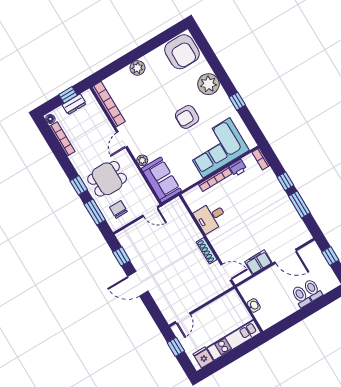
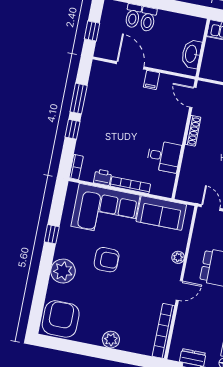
sofa: (161, 180) -> (161, 213), moved, turned -90
filing cabinet: (258, 262) -> (151, 80), width x0.50
washbasin: (254, 305) -> (191, 54), width x1.91, depth x1.45

